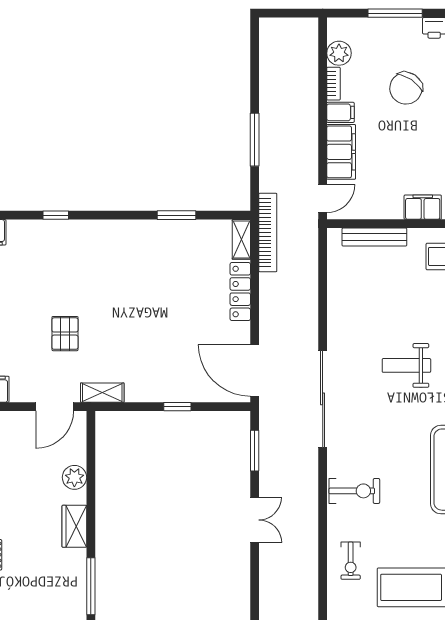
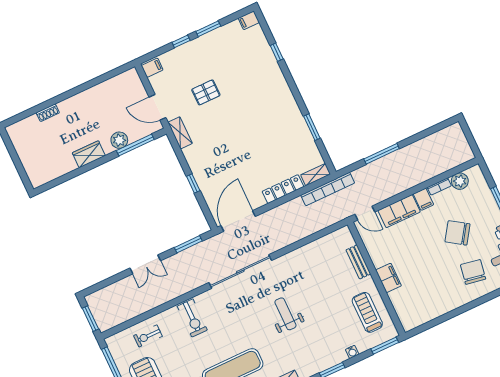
bench: (374, 237) -> (358, 262), width x0.73
window: (91, 586) -> (135, 145), moved

